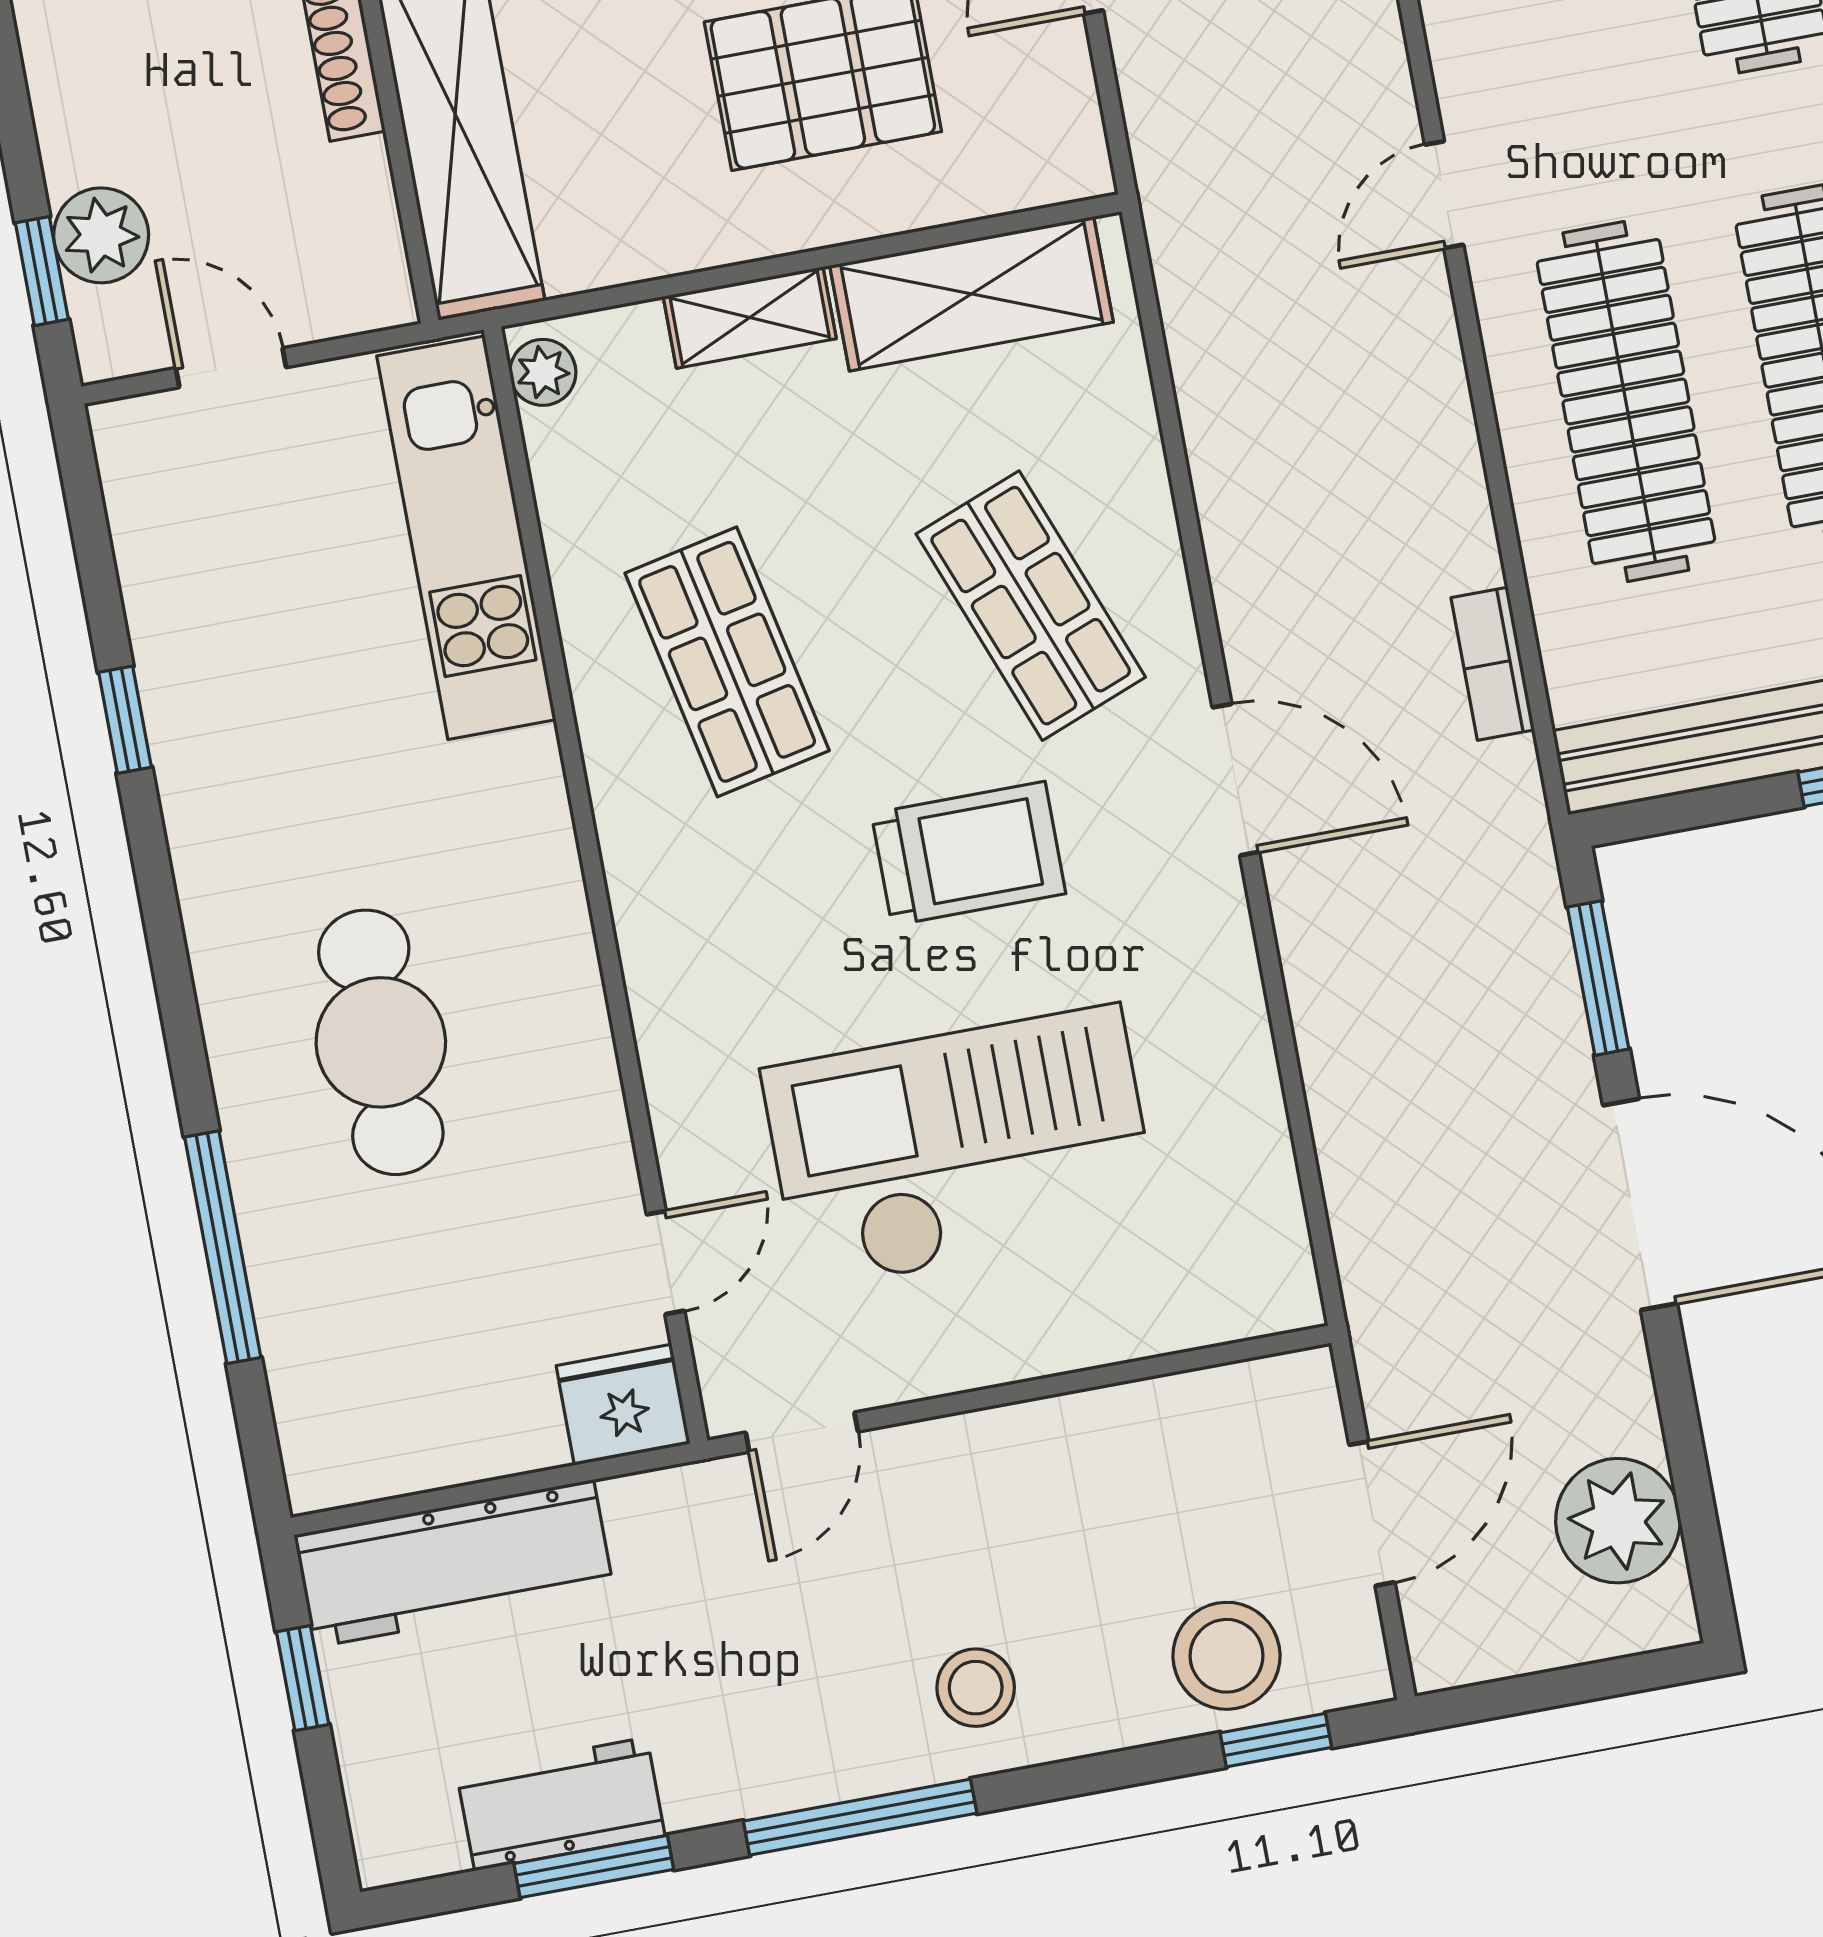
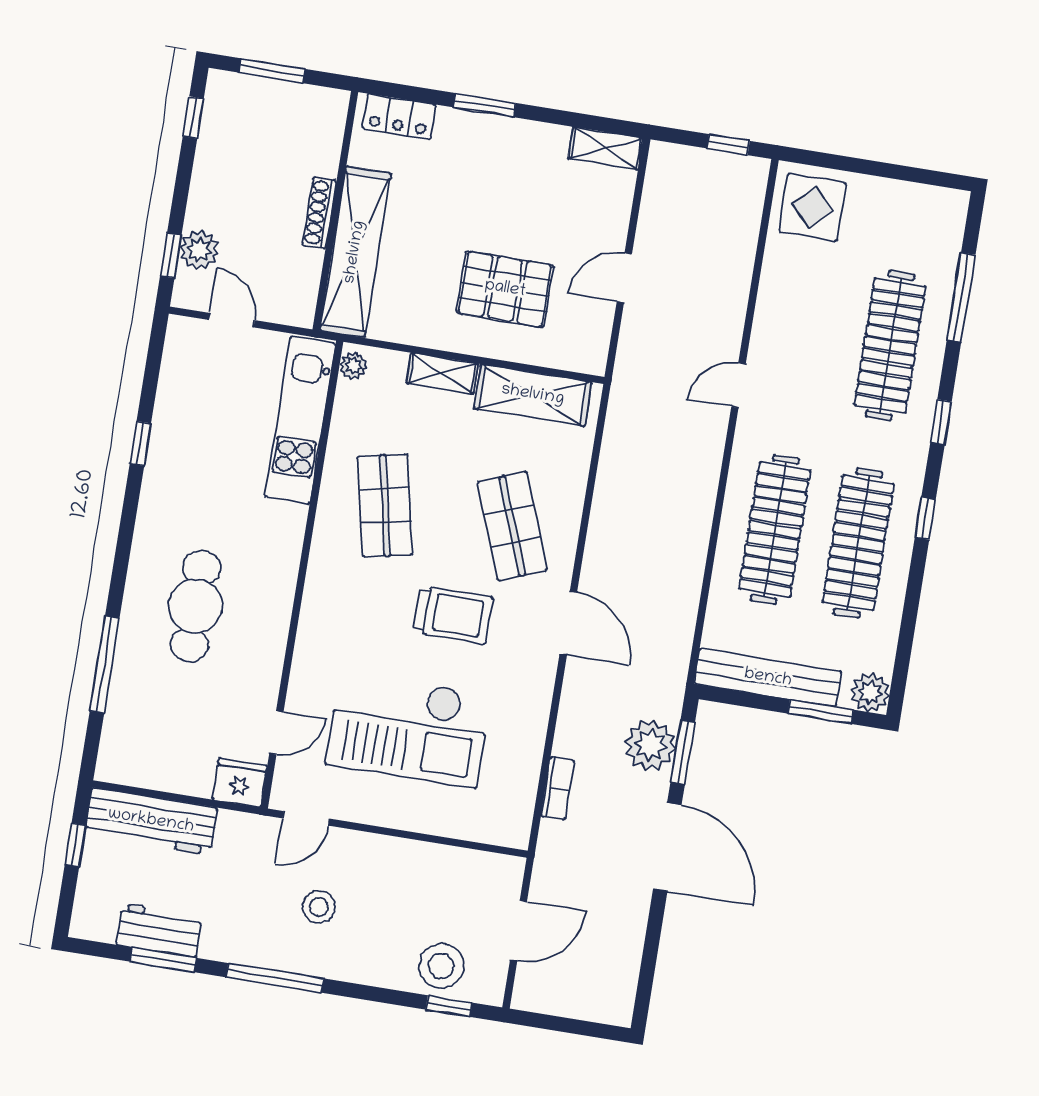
door: (1444, 195) -> (738, 385), moved
bookcase: (1493, 664) -> (557, 788), moved, turned 180
checkout: (960, 1148) -> (408, 729), turned 180
plant: (1618, 1521) -> (650, 745), moved
stool: (976, 1688) -> (319, 907), moved

